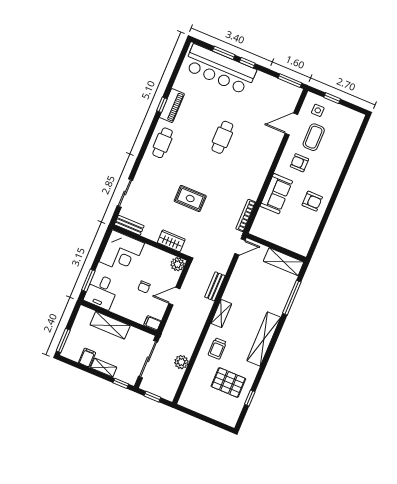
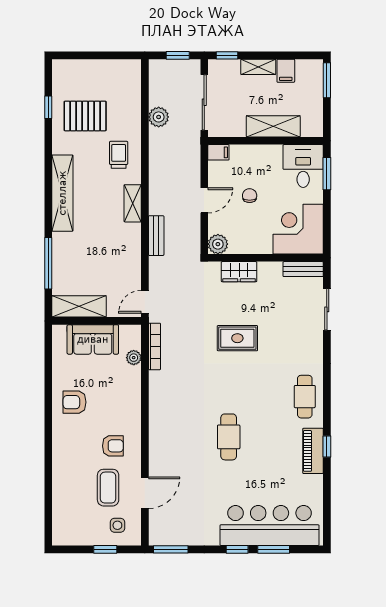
sofa: (276, 194) -> (93, 339), moved, turned -90
plant: (262, 214) -> (134, 358), added

